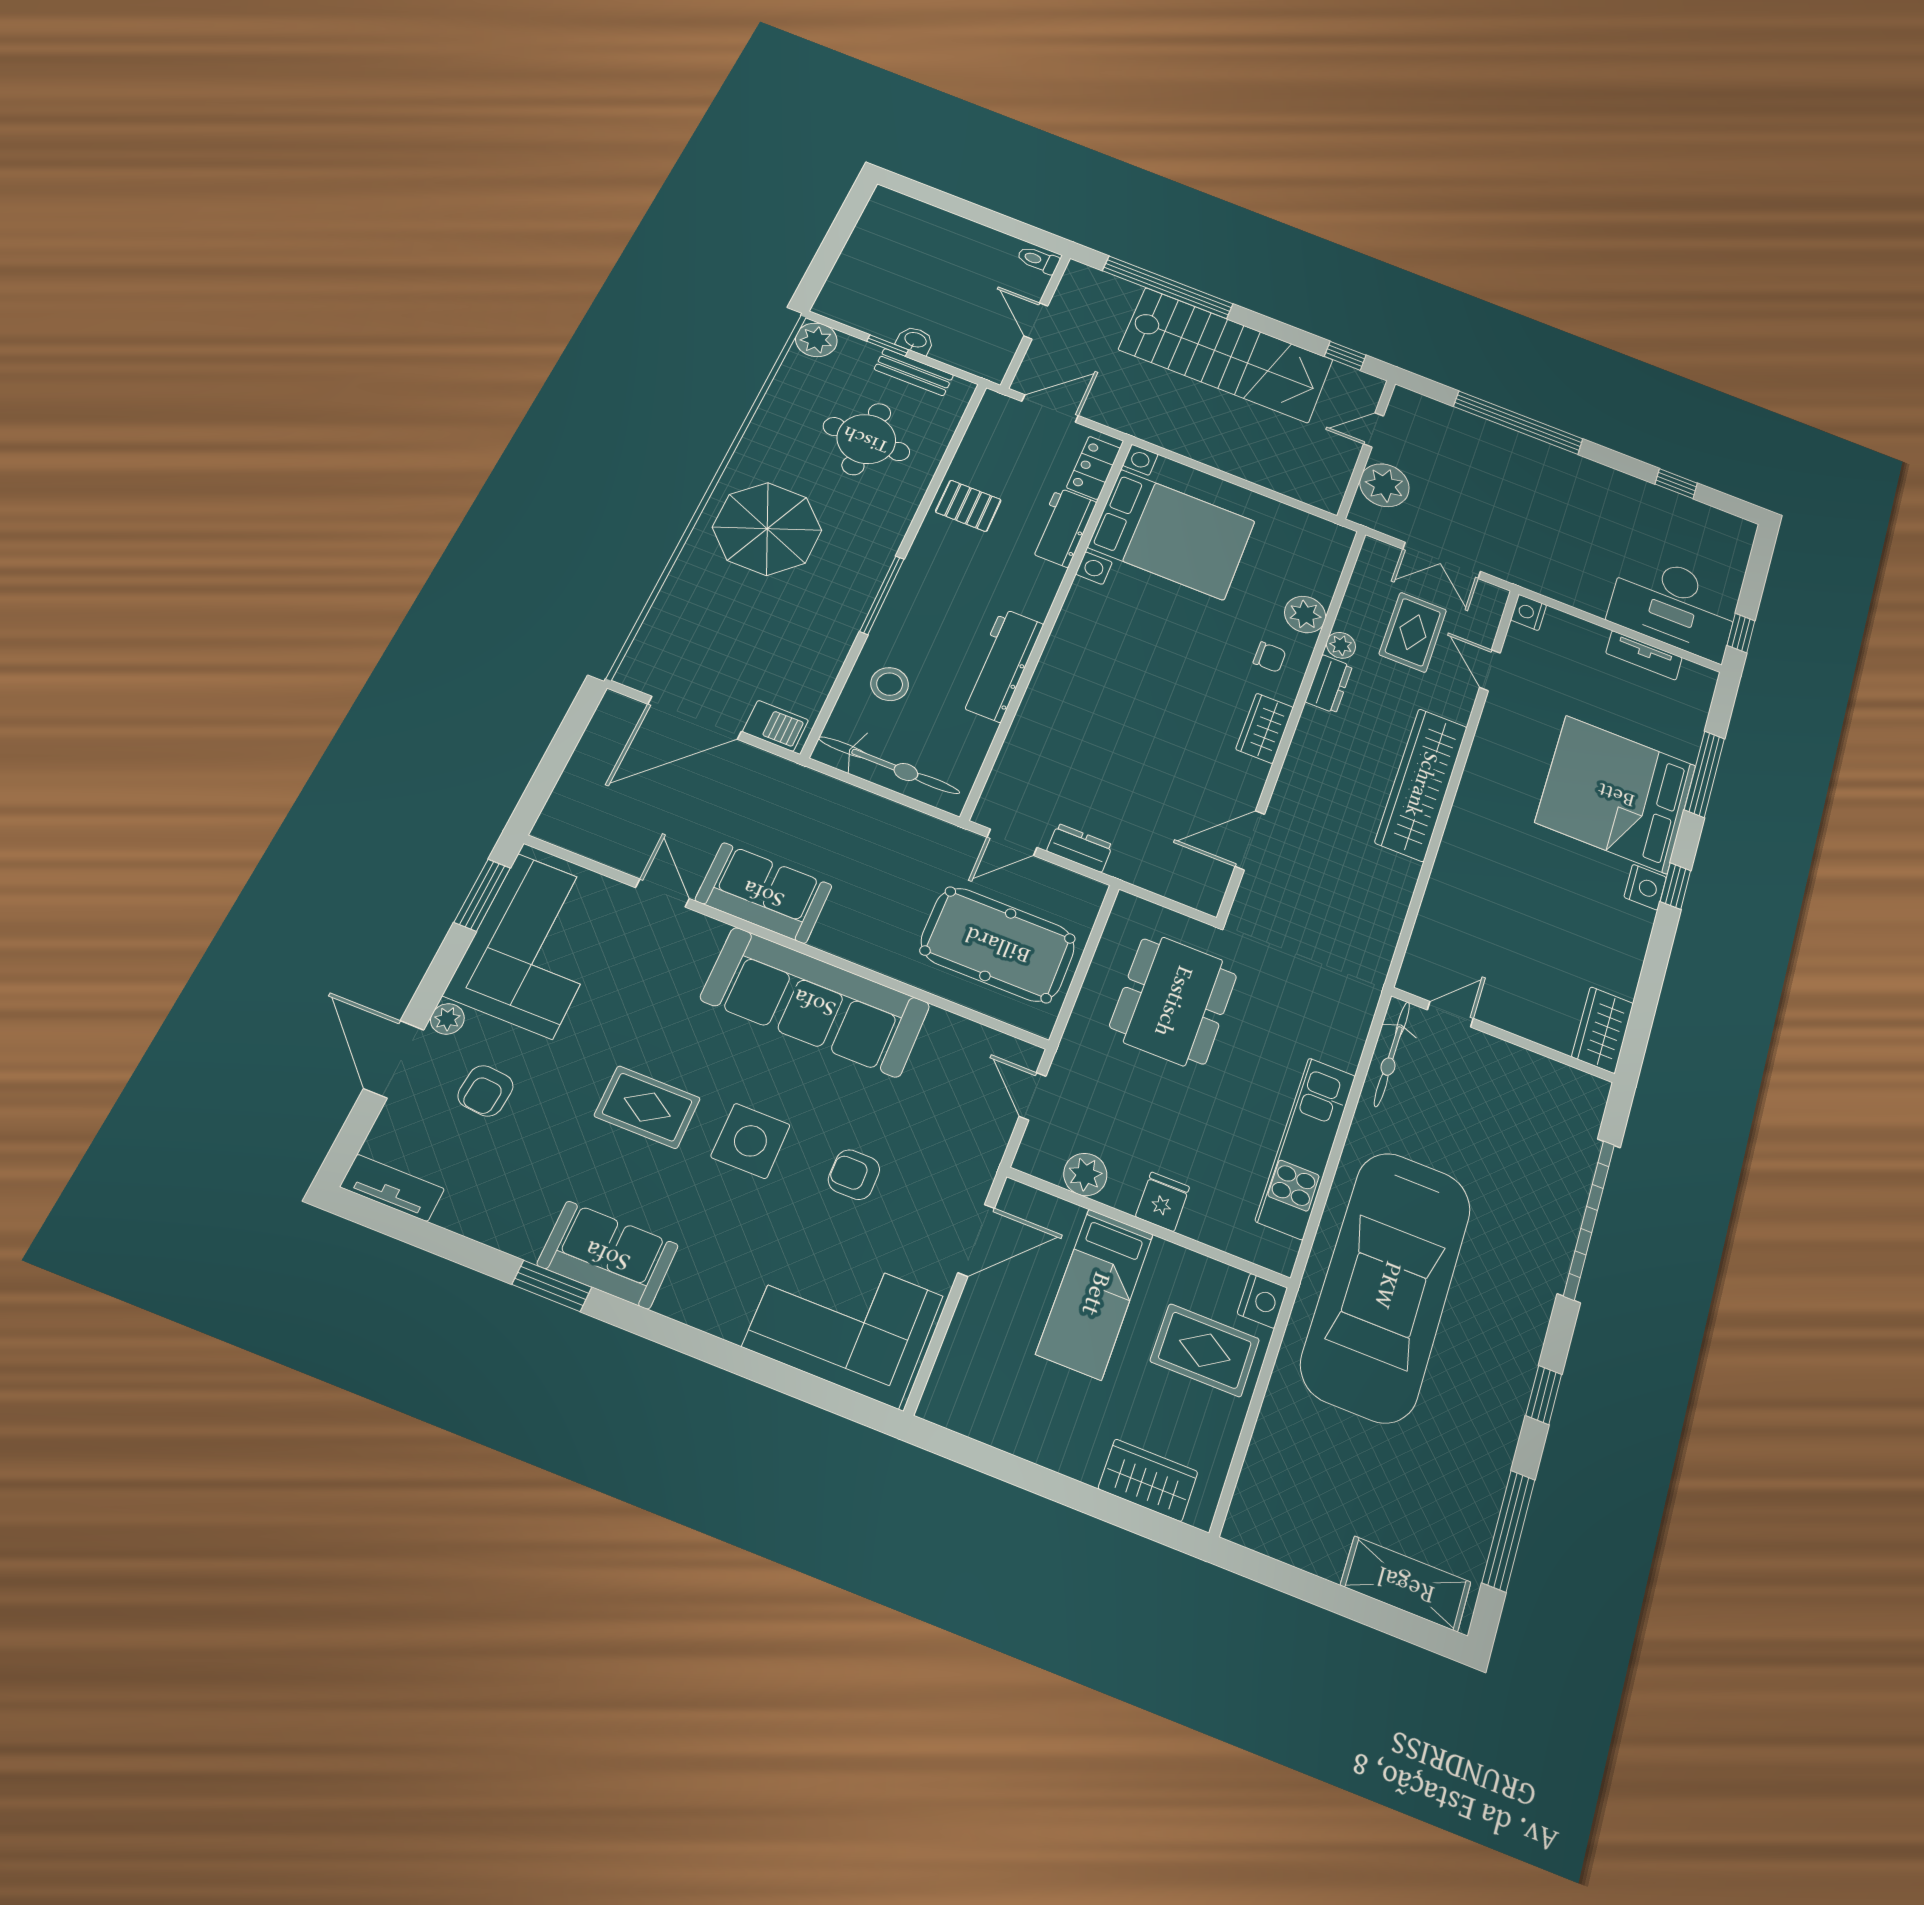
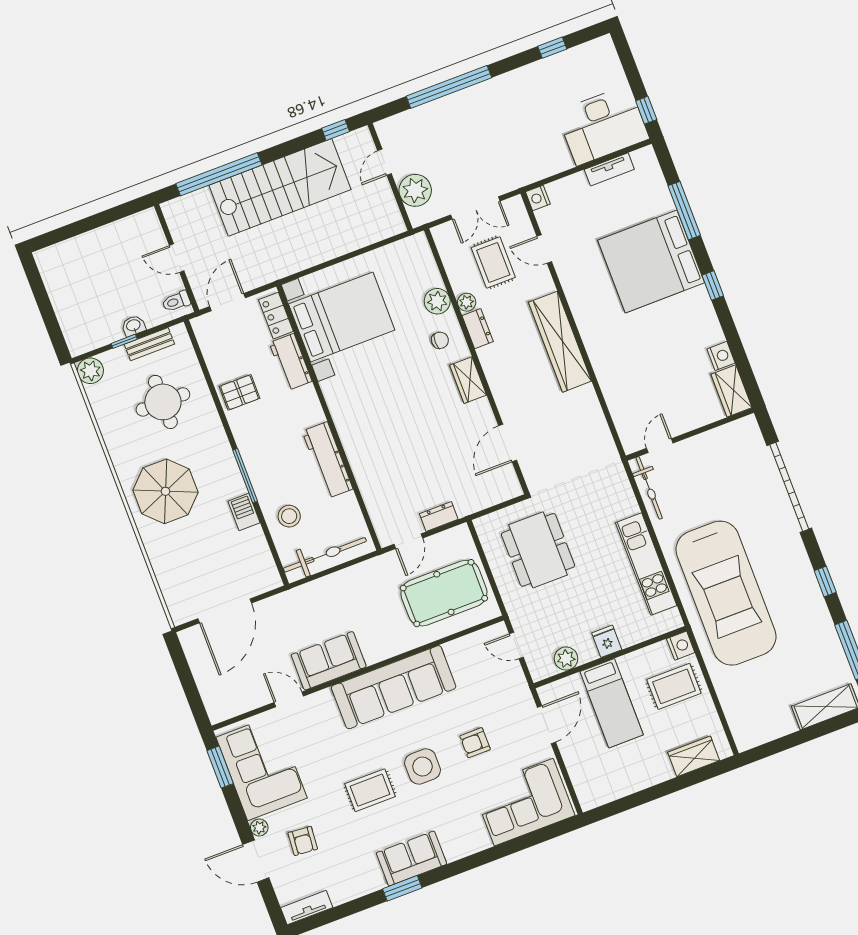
toilet: (1038, 260) -> (176, 301), moved
barbecue: (775, 726) -> (244, 512), moved, turned -90
nightstand: (1645, 887) -> (721, 356), moved

